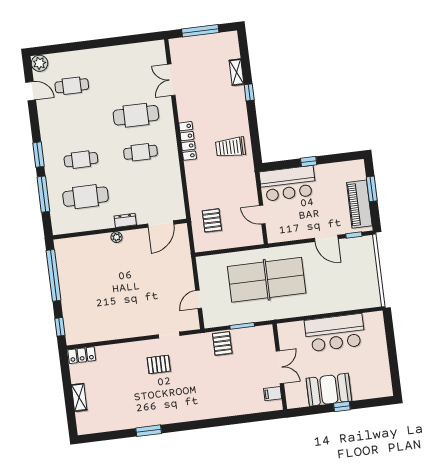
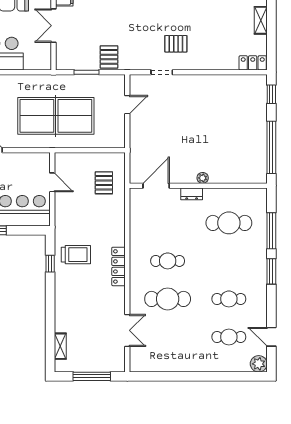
shelving: (237, 72) -> (60, 346), moved
window: (249, 92) -> (50, 264), moved
cafe table: (81, 160) -> (229, 299), moved

